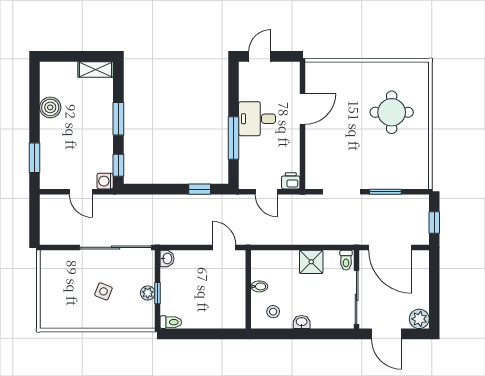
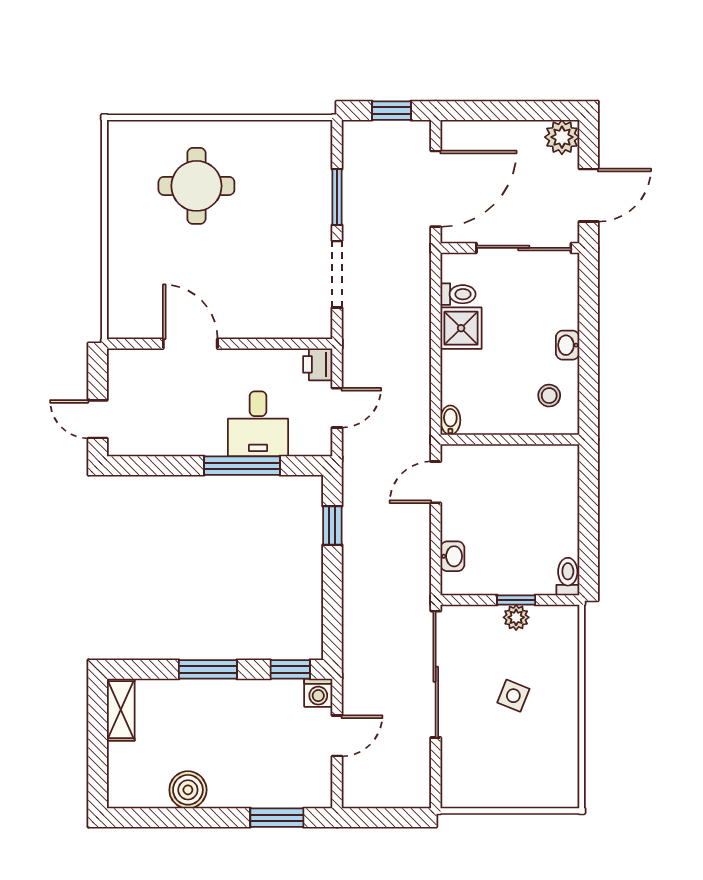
desk: (257, 119) -> (258, 424), moved
washbasin: (167, 259) -> (452, 556), moved, turned 90
toilet: (346, 260) -> (458, 294), moved
bidet: (259, 286) -> (450, 420), moved

